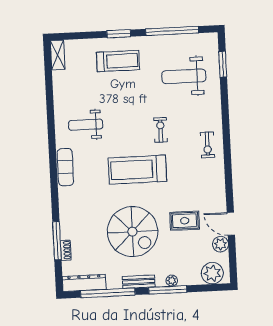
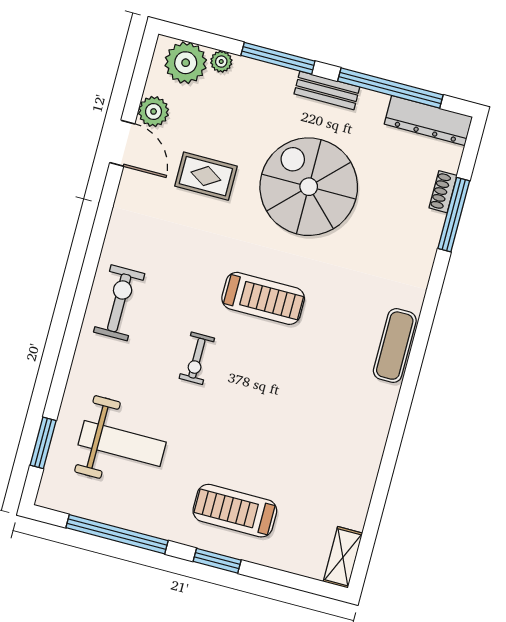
weight bench: (86, 125) -> (332, 412), removed
exercise bike: (207, 145) -> (119, 303), width x1.38, depth x1.39
treadmill: (137, 170) -> (263, 298), width x0.73, depth x0.73
plant: (172, 281) -> (221, 62), moved

